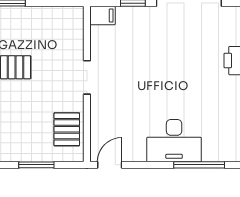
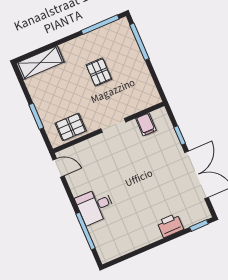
filing cabinet: (102, 15) -> (146, 124), moved
desk: (174, 141) -> (95, 206), width x0.73

